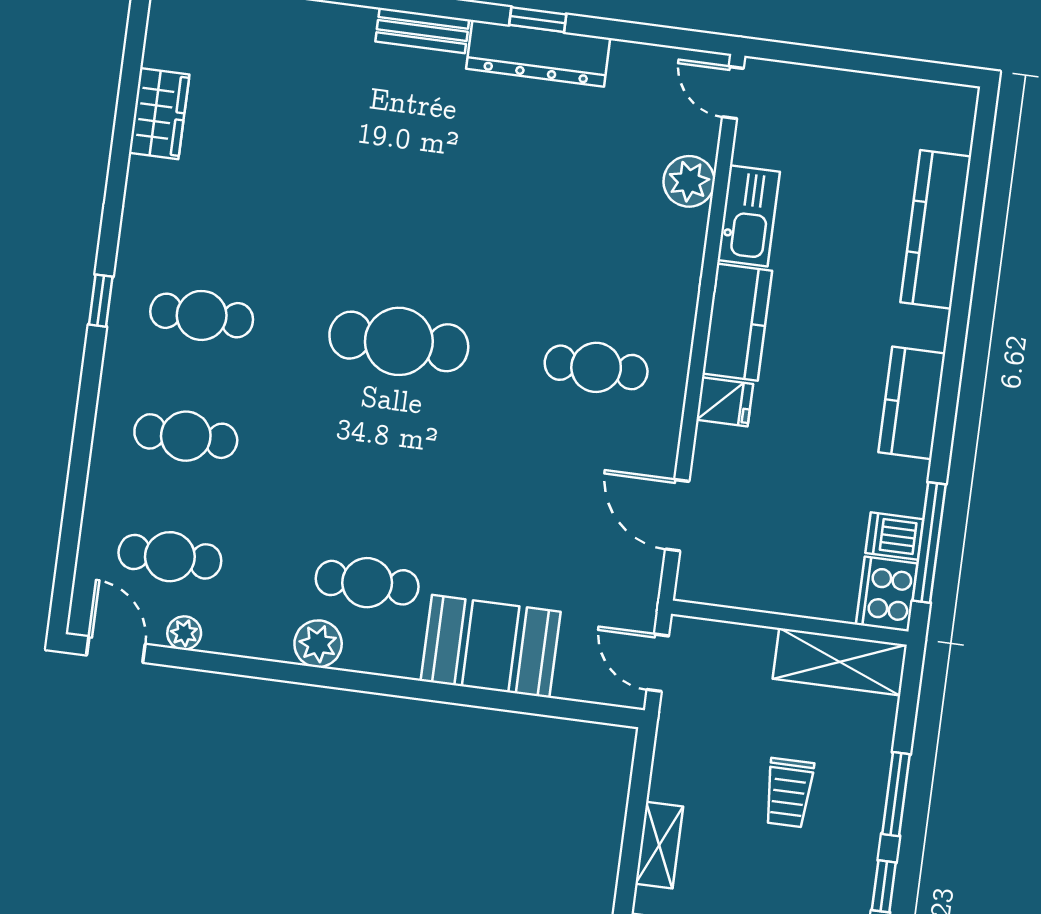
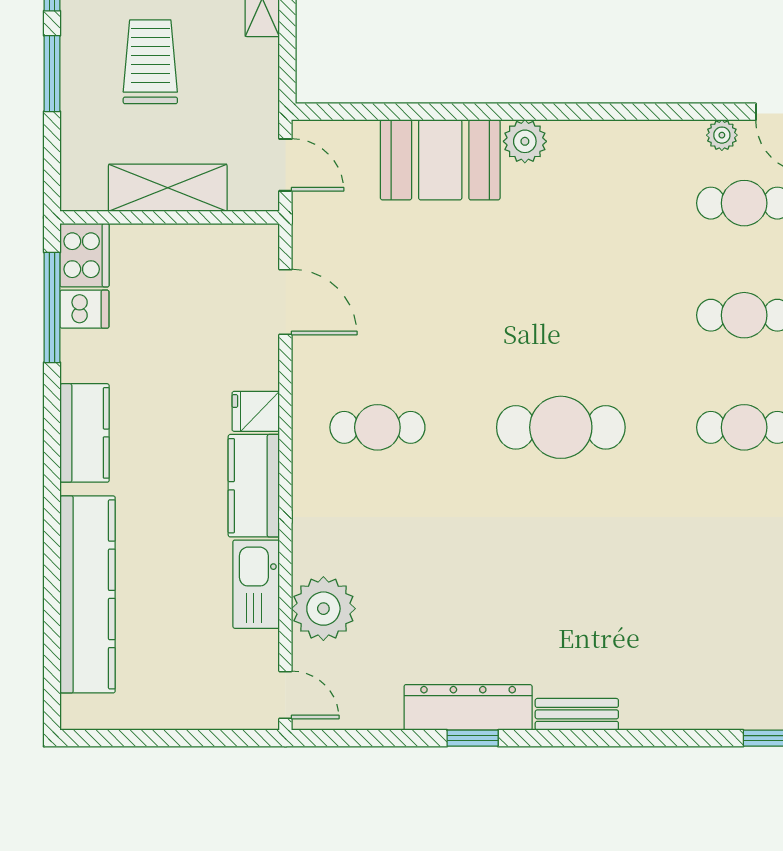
plant: (689, 181) -> (323, 609), width x1.36, depth x1.36
kitchen counter: (936, 229) -> (88, 594), width x1.39, depth x1.17
cafe table: (367, 583) -> (561, 203), removed
plant: (318, 644) -> (525, 141), moved
shelving: (840, 662) -> (168, 188), moved
trolley: (789, 793) -> (150, 62), width x1.36, depth x1.39

